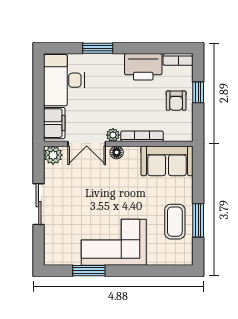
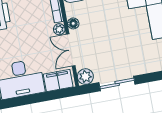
double door: (87, 144) -> (71, 50), swing flipped
sliding door: (39, 204) -> (117, 83), moved

